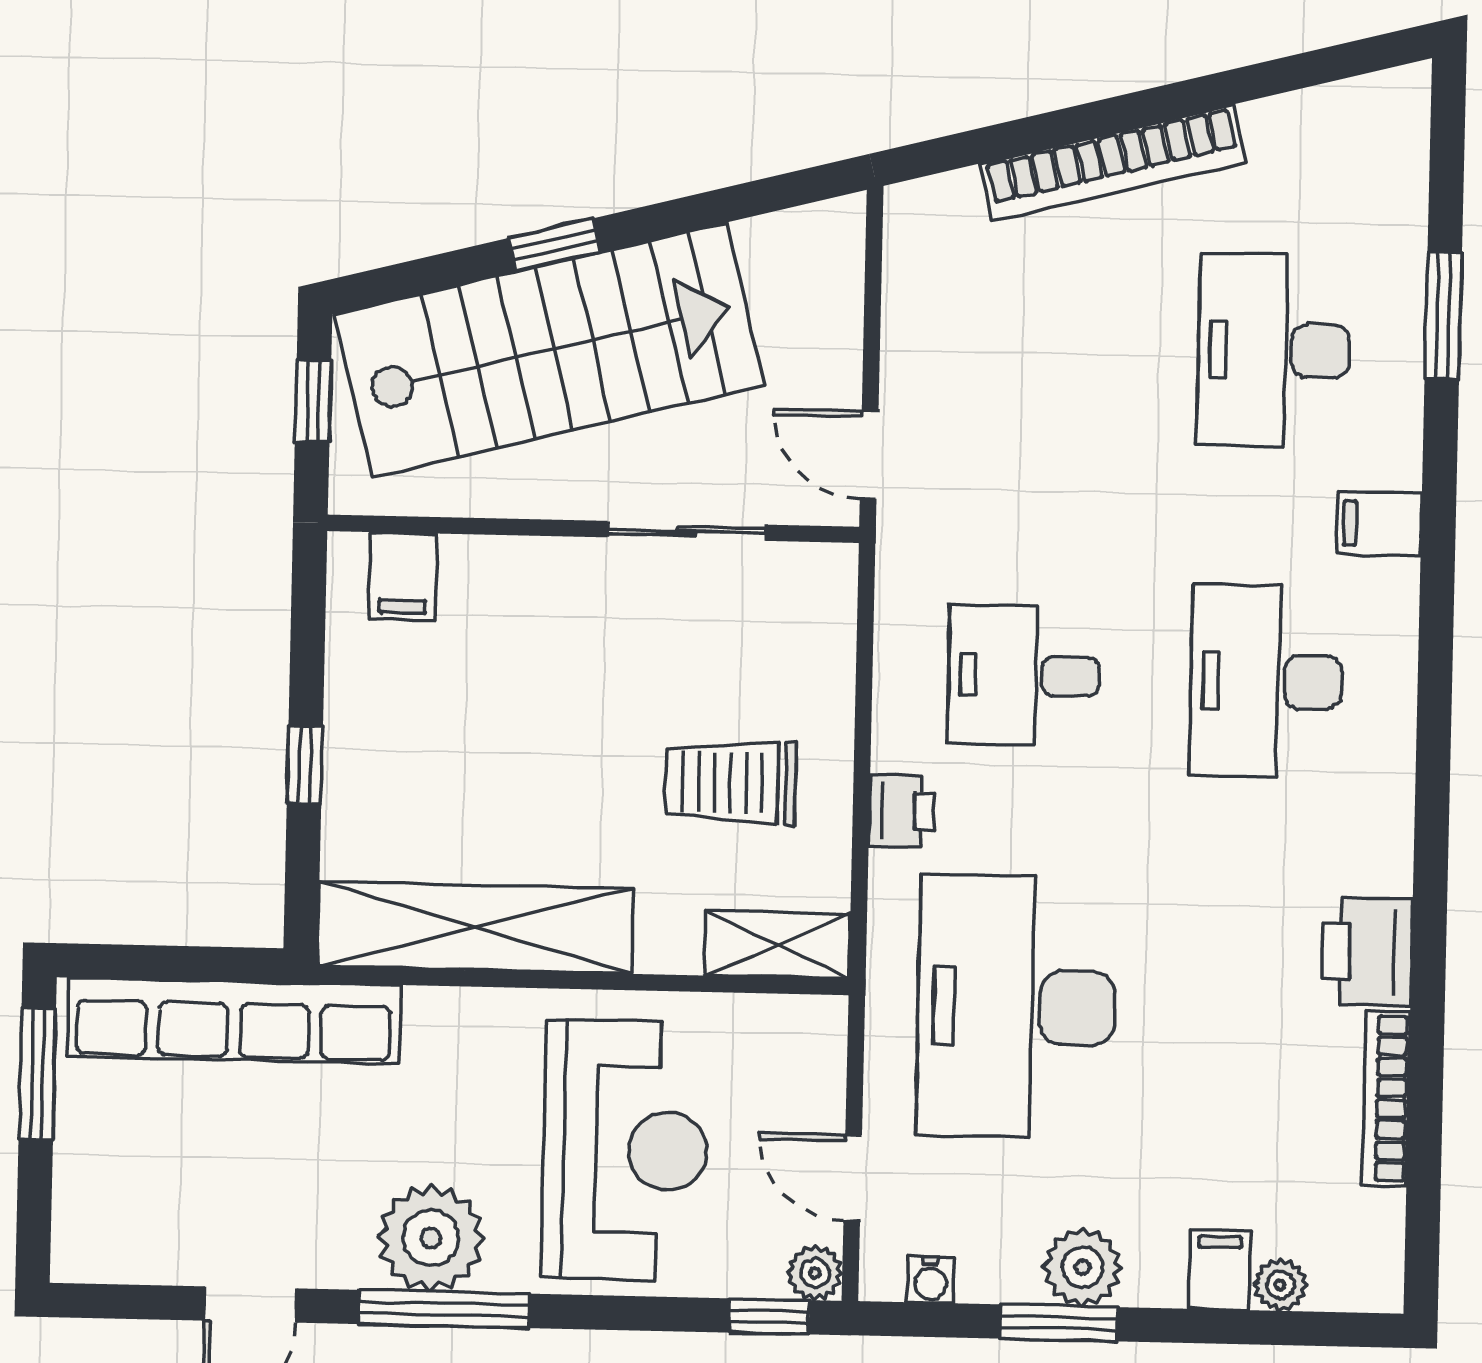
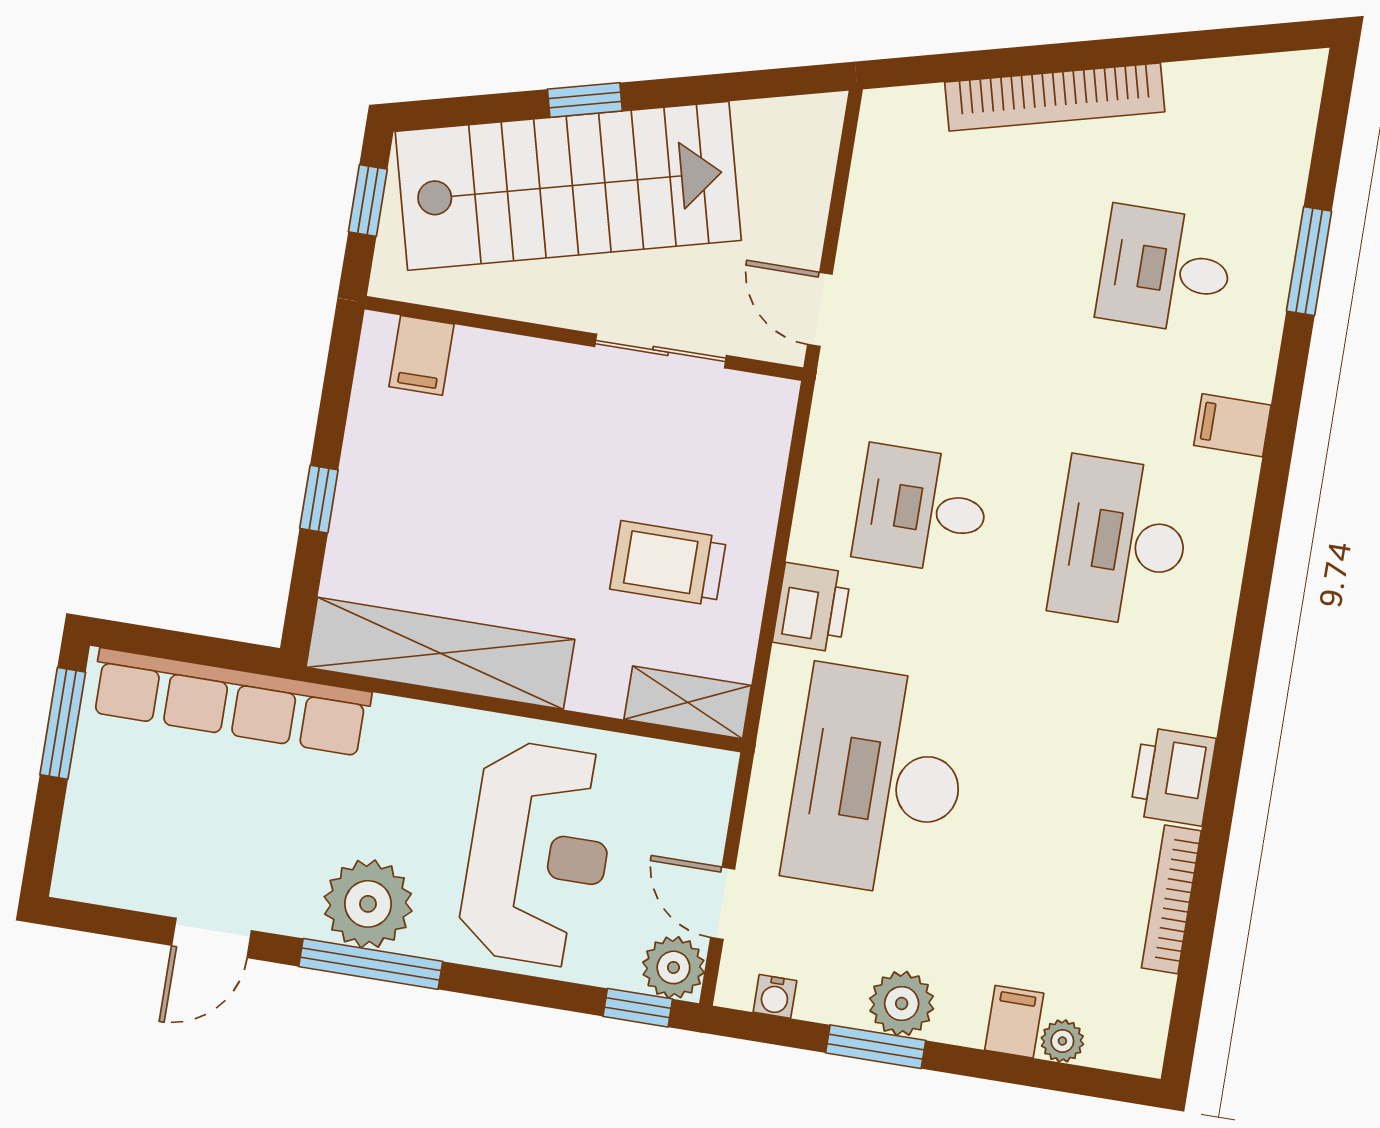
desk: (1274, 350) -> (1165, 270), width x0.73
printer: (902, 811) -> (812, 608), width x1.36, depth x1.24
plant: (815, 1273) -> (673, 967), width x1.38, depth x1.38

